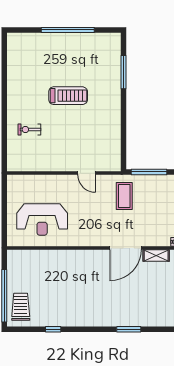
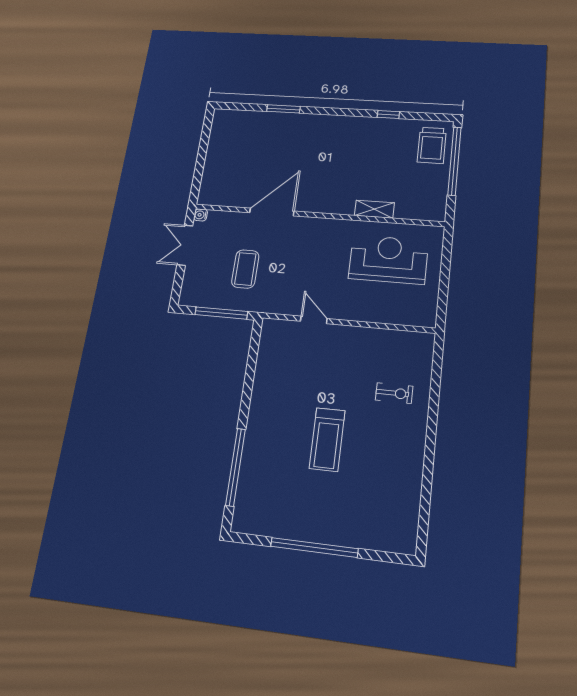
window: (123, 72) -> (235, 467), width x1.46
treadmill: (68, 96) -> (327, 439), turned -90
coffee table: (124, 196) -> (245, 269), moved
shelving: (156, 255) -> (374, 209), moved

